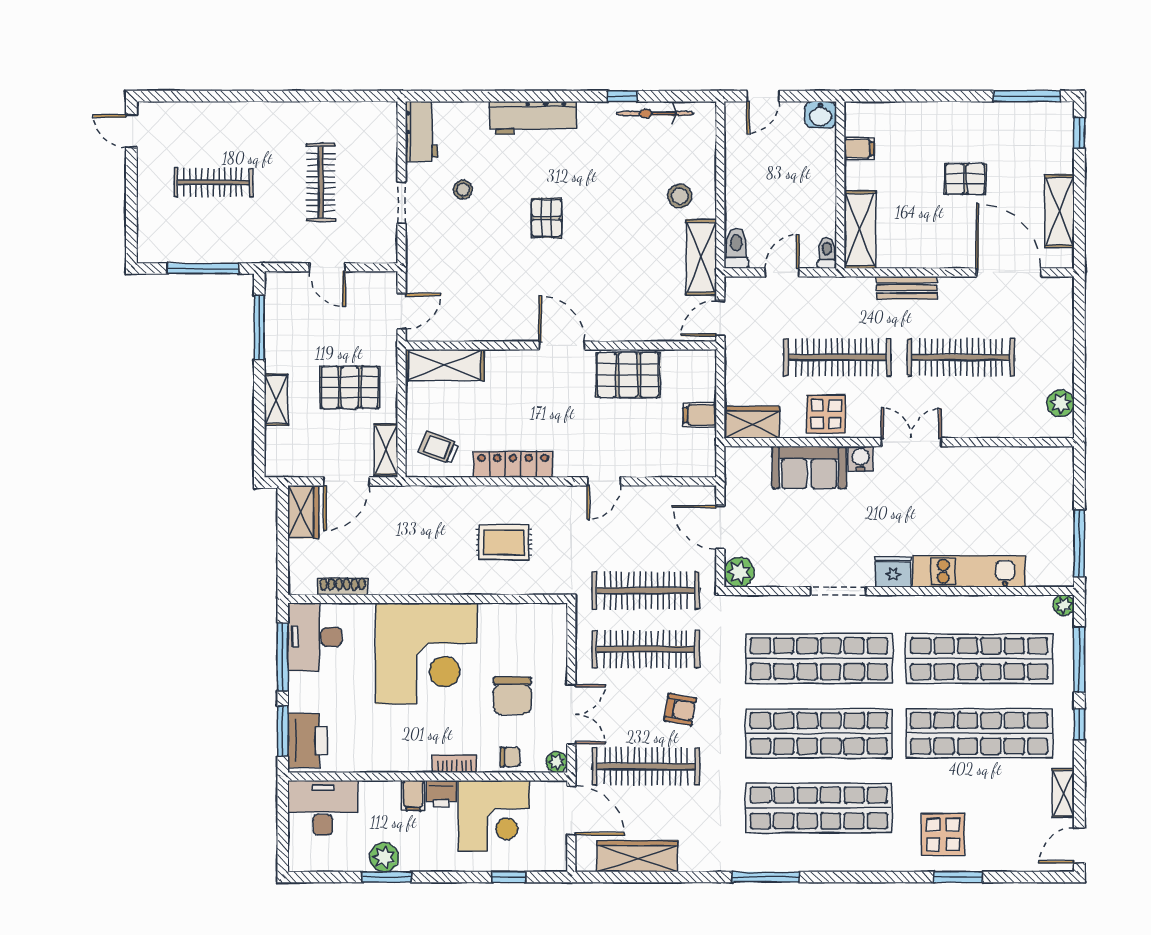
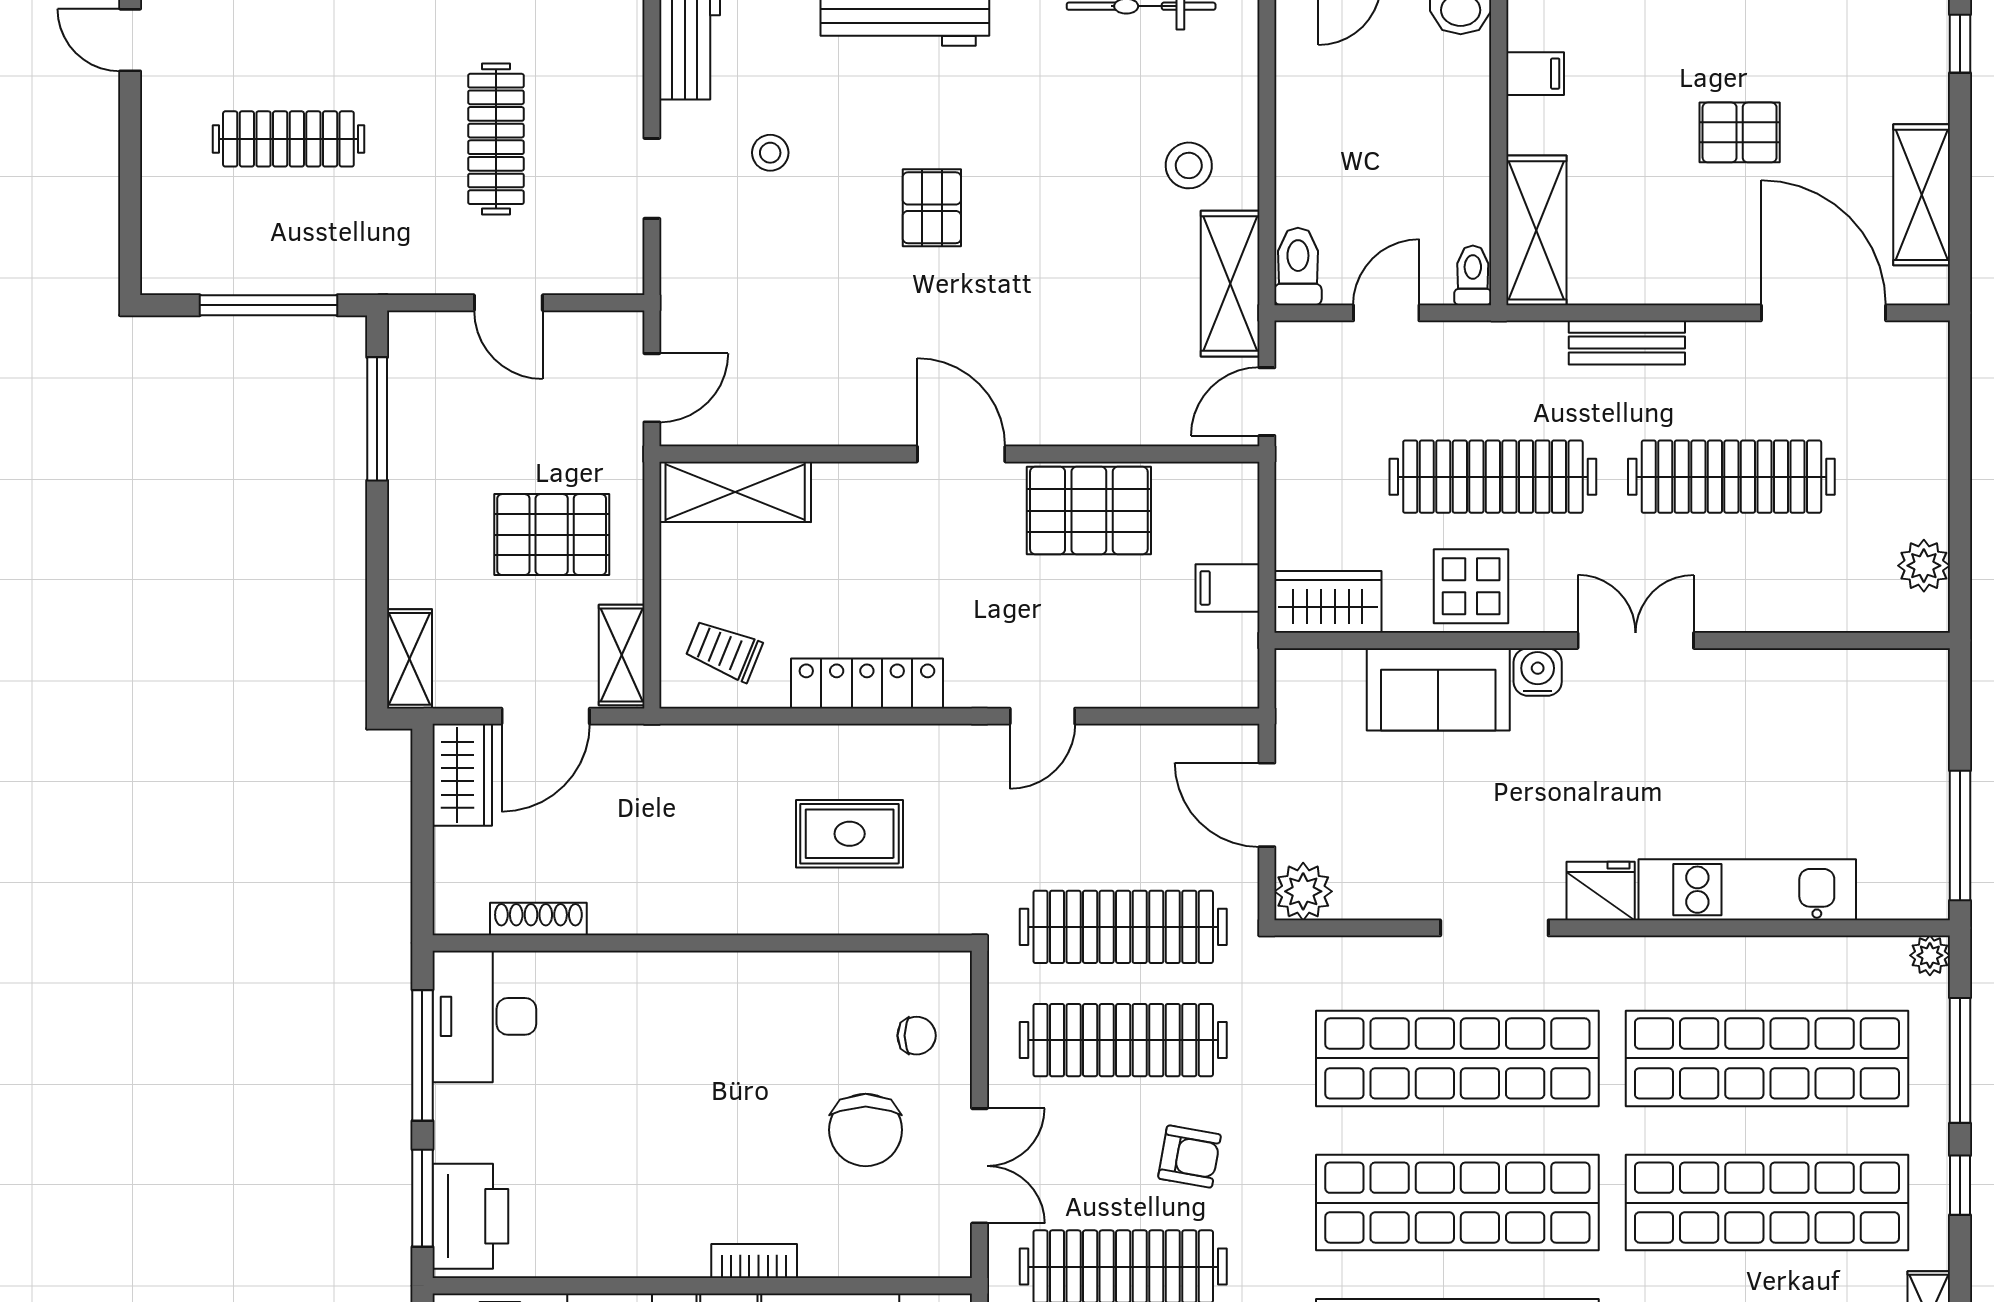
shelving: (276, 400) -> (410, 659), moved
corner desk: (426, 654) -> (700, 1048), removed
chair: (510, 757) -> (917, 1036), moved
plant: (557, 762) -> (952, 1258), removed

